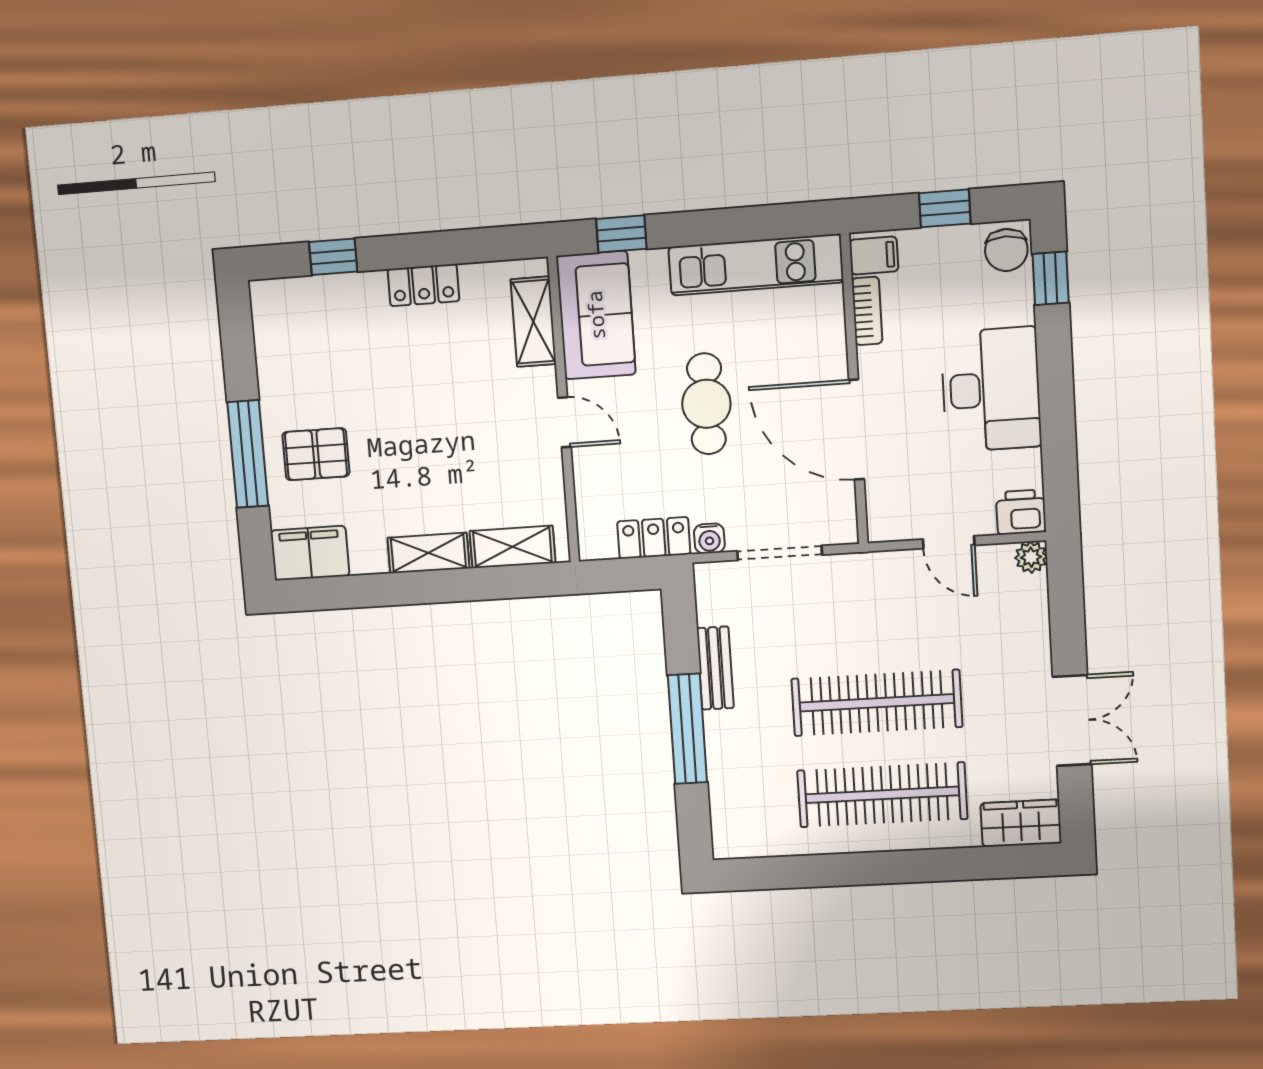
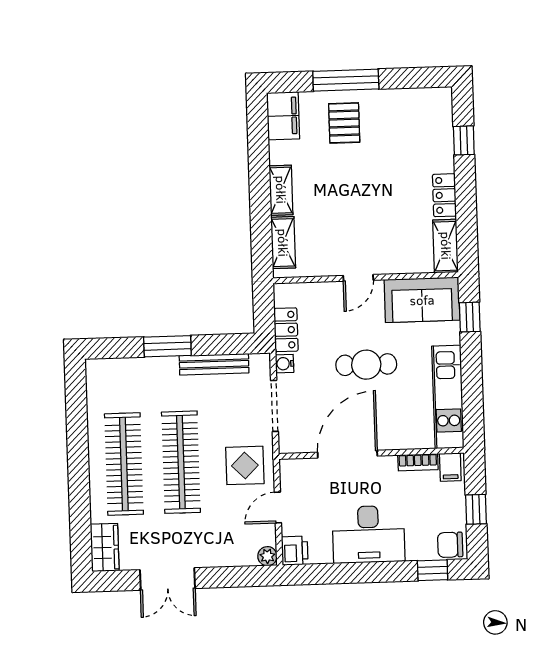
shelving: (533, 322) -> (446, 246), moved, turned 90
display table: (880, 599) -> (245, 465), added
bench: (715, 668) -> (214, 364), width x1.36
window: (687, 729) -> (167, 346), width x0.69

